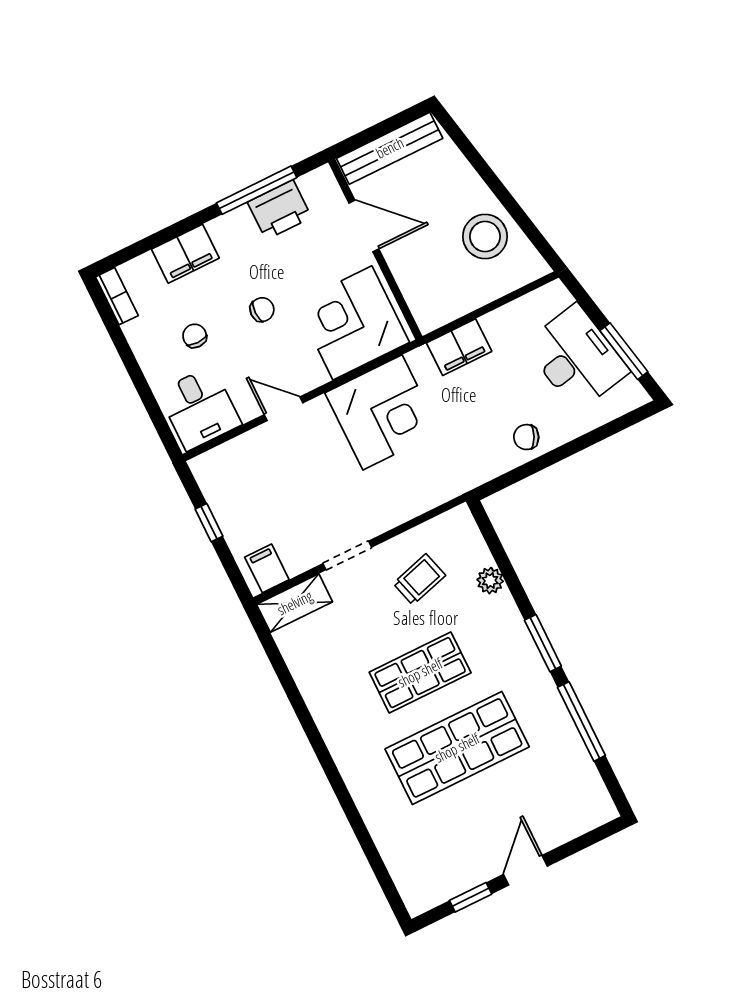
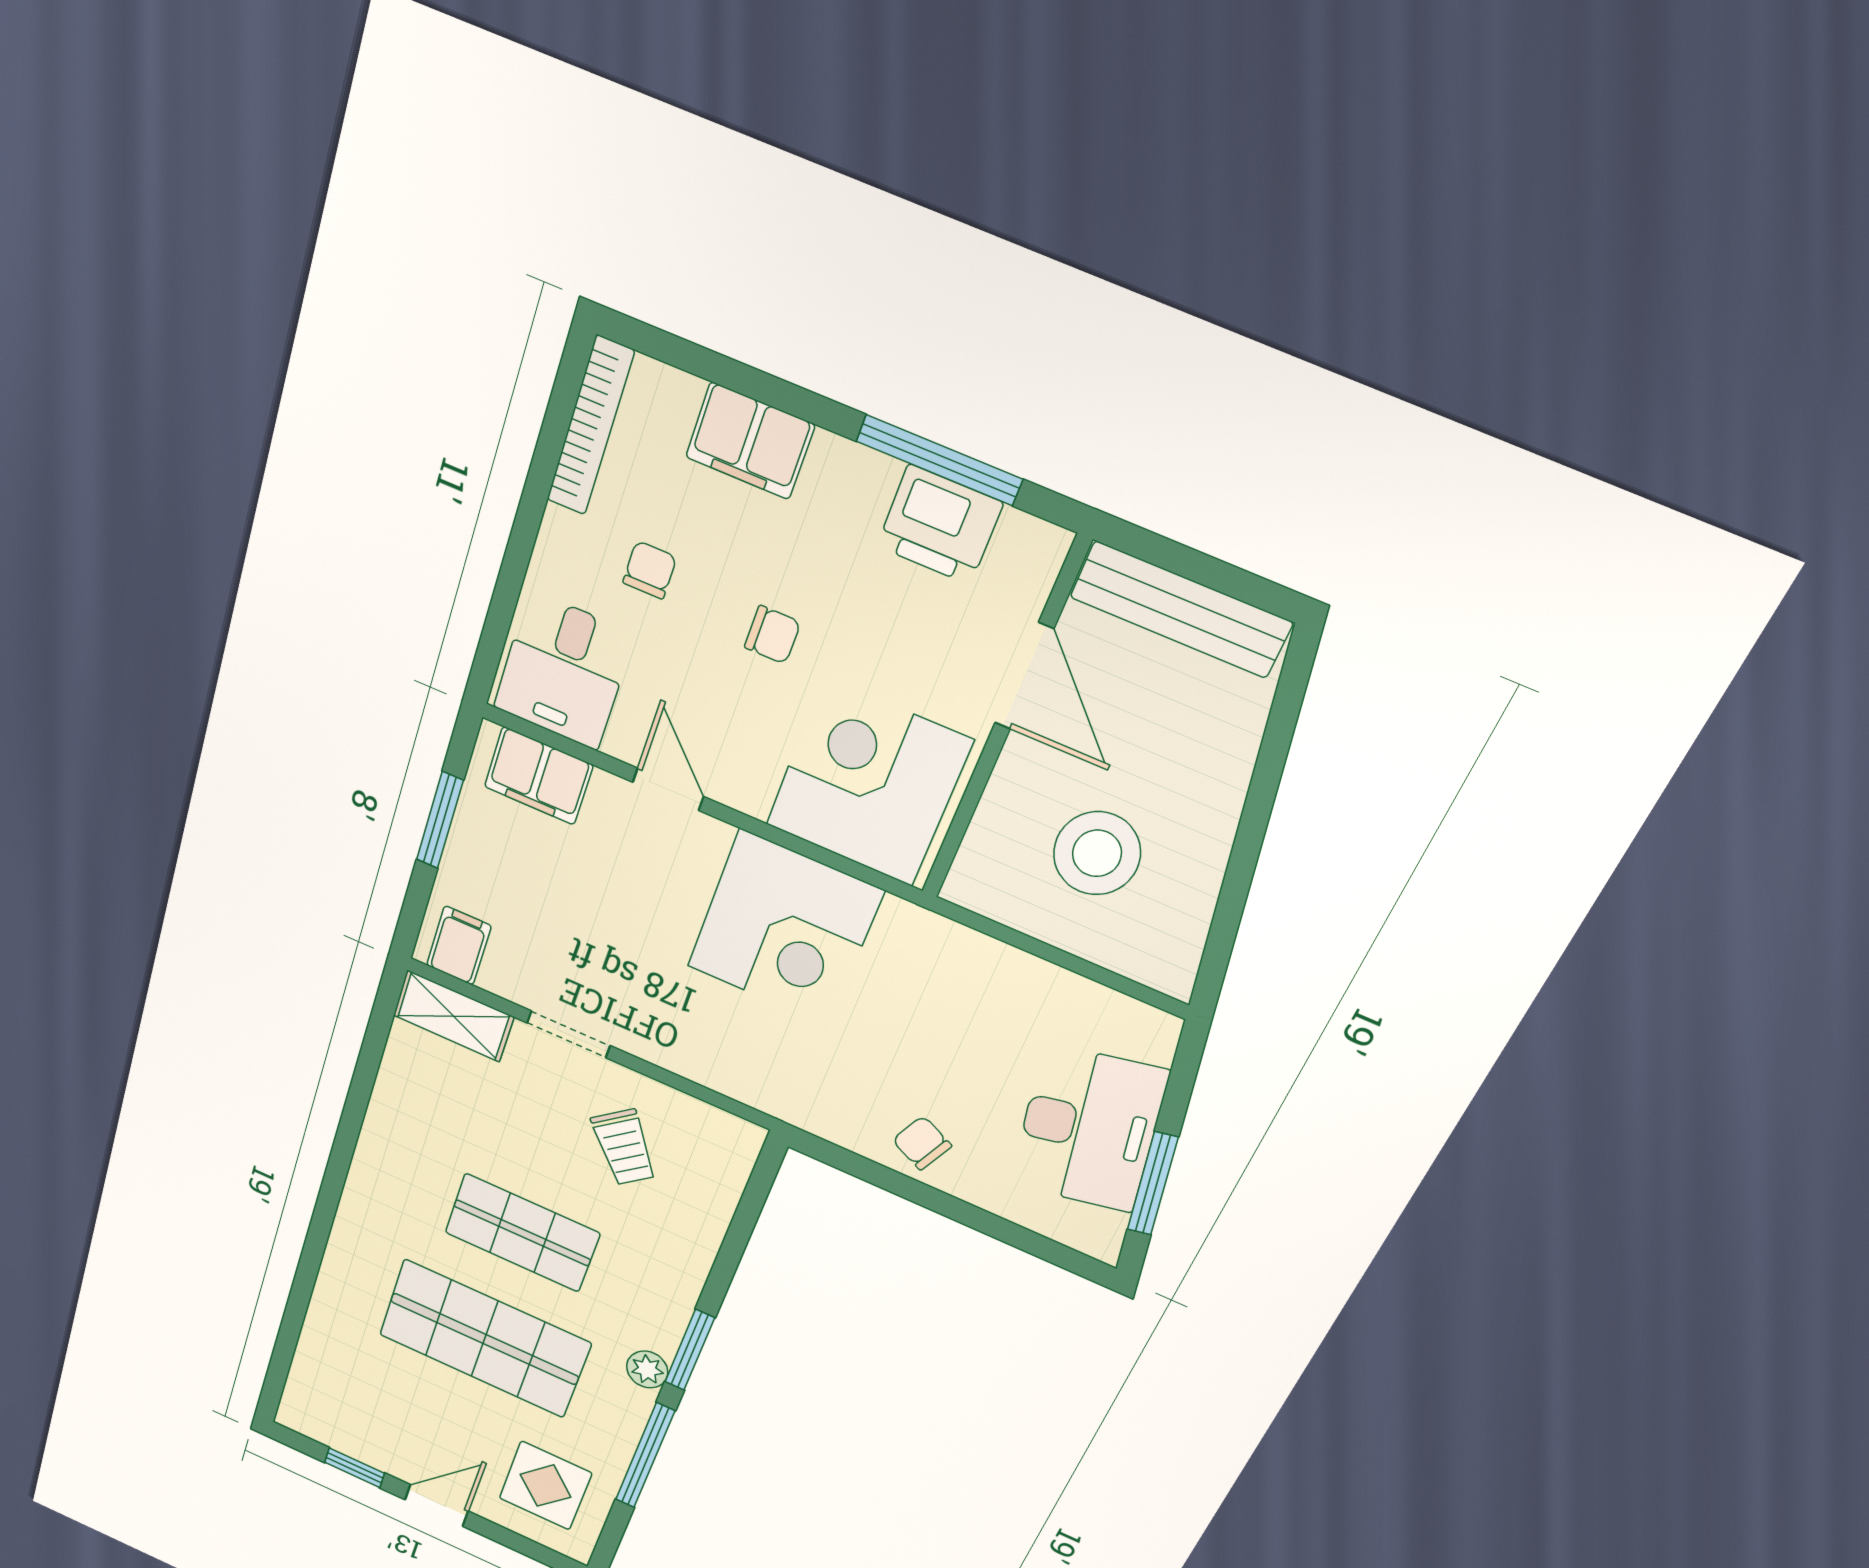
stool: (485, 236) -> (1097, 853), moved
bookcase: (117, 296) -> (590, 426), width x1.56
filing cabinet: (459, 347) -> (539, 776), moved
window: (209, 523) -> (440, 820), width x1.50
trolley: (419, 579) -> (624, 1147), turned 68
plant: (490, 581) -> (647, 1369), moved
display table: (559, 794) -> (545, 1486), added

